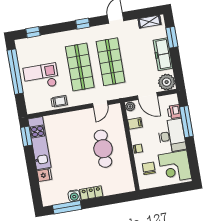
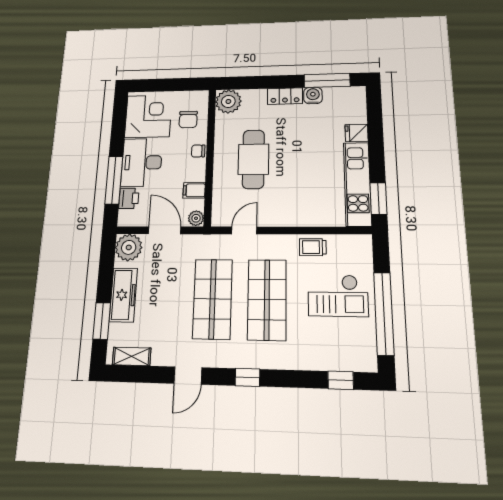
plant: (126, 184) -> (228, 101), added

